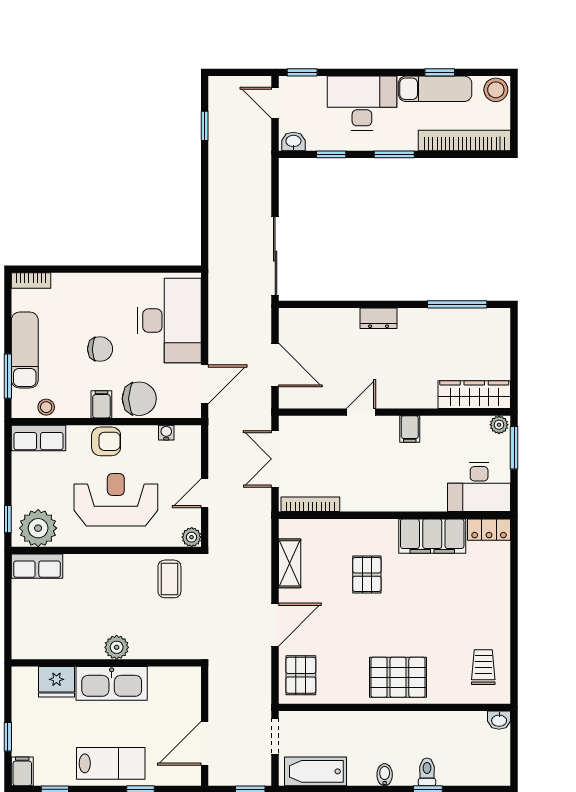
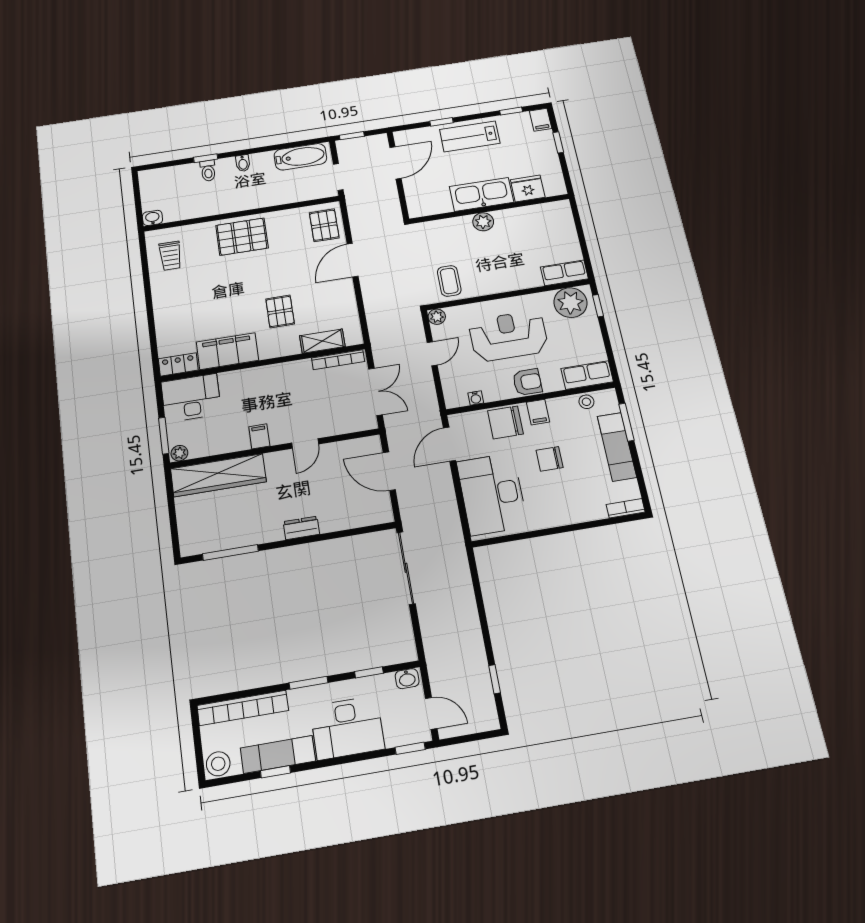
wardrobe: (474, 395) -> (218, 475), width x1.40, depth x1.17
armchair: (106, 441) -> (527, 382), turned 180
reception desk: (116, 500) -> (508, 336), turned 180
shelving: (290, 563) -> (322, 341), moved, turned 90

